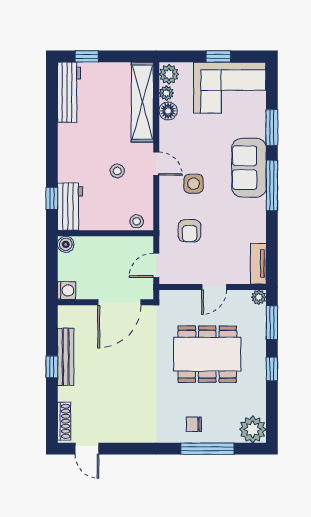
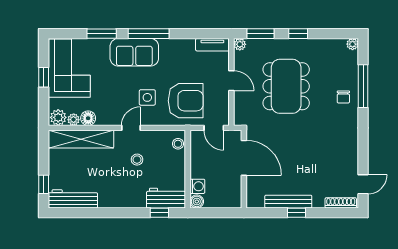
armchair: (190, 231) -> (186, 101), width x1.88, depth x1.88
washing machine: (67, 290) -> (197, 186), moved, turned 90
plant: (253, 429) -> (353, 44), width x0.53, depth x0.53

